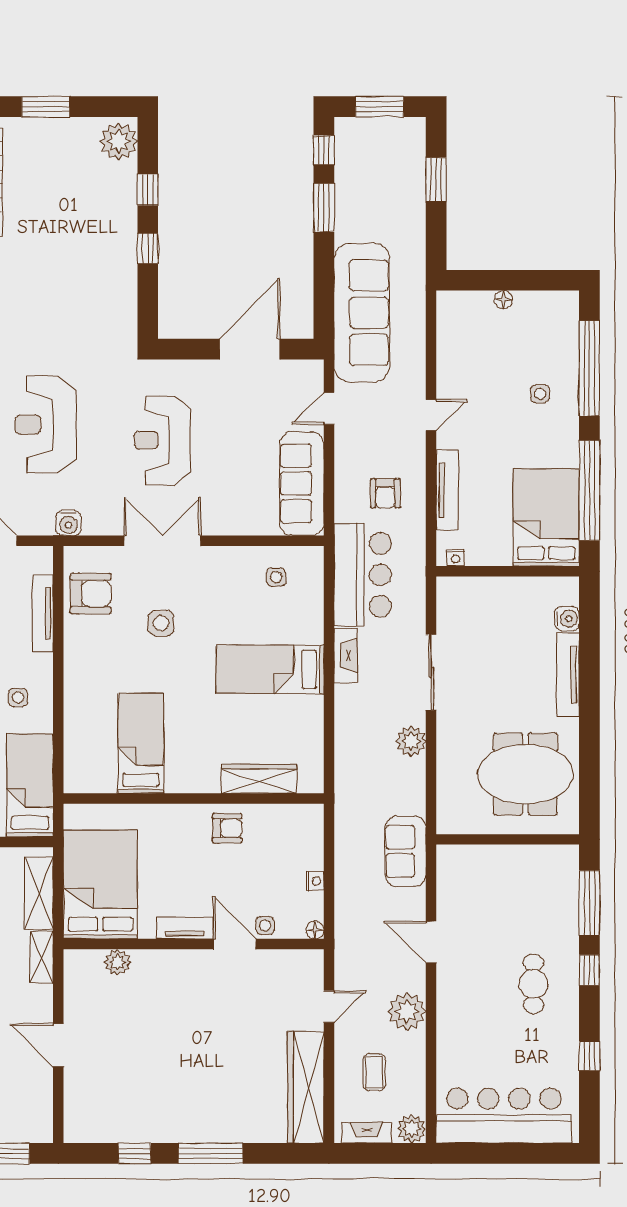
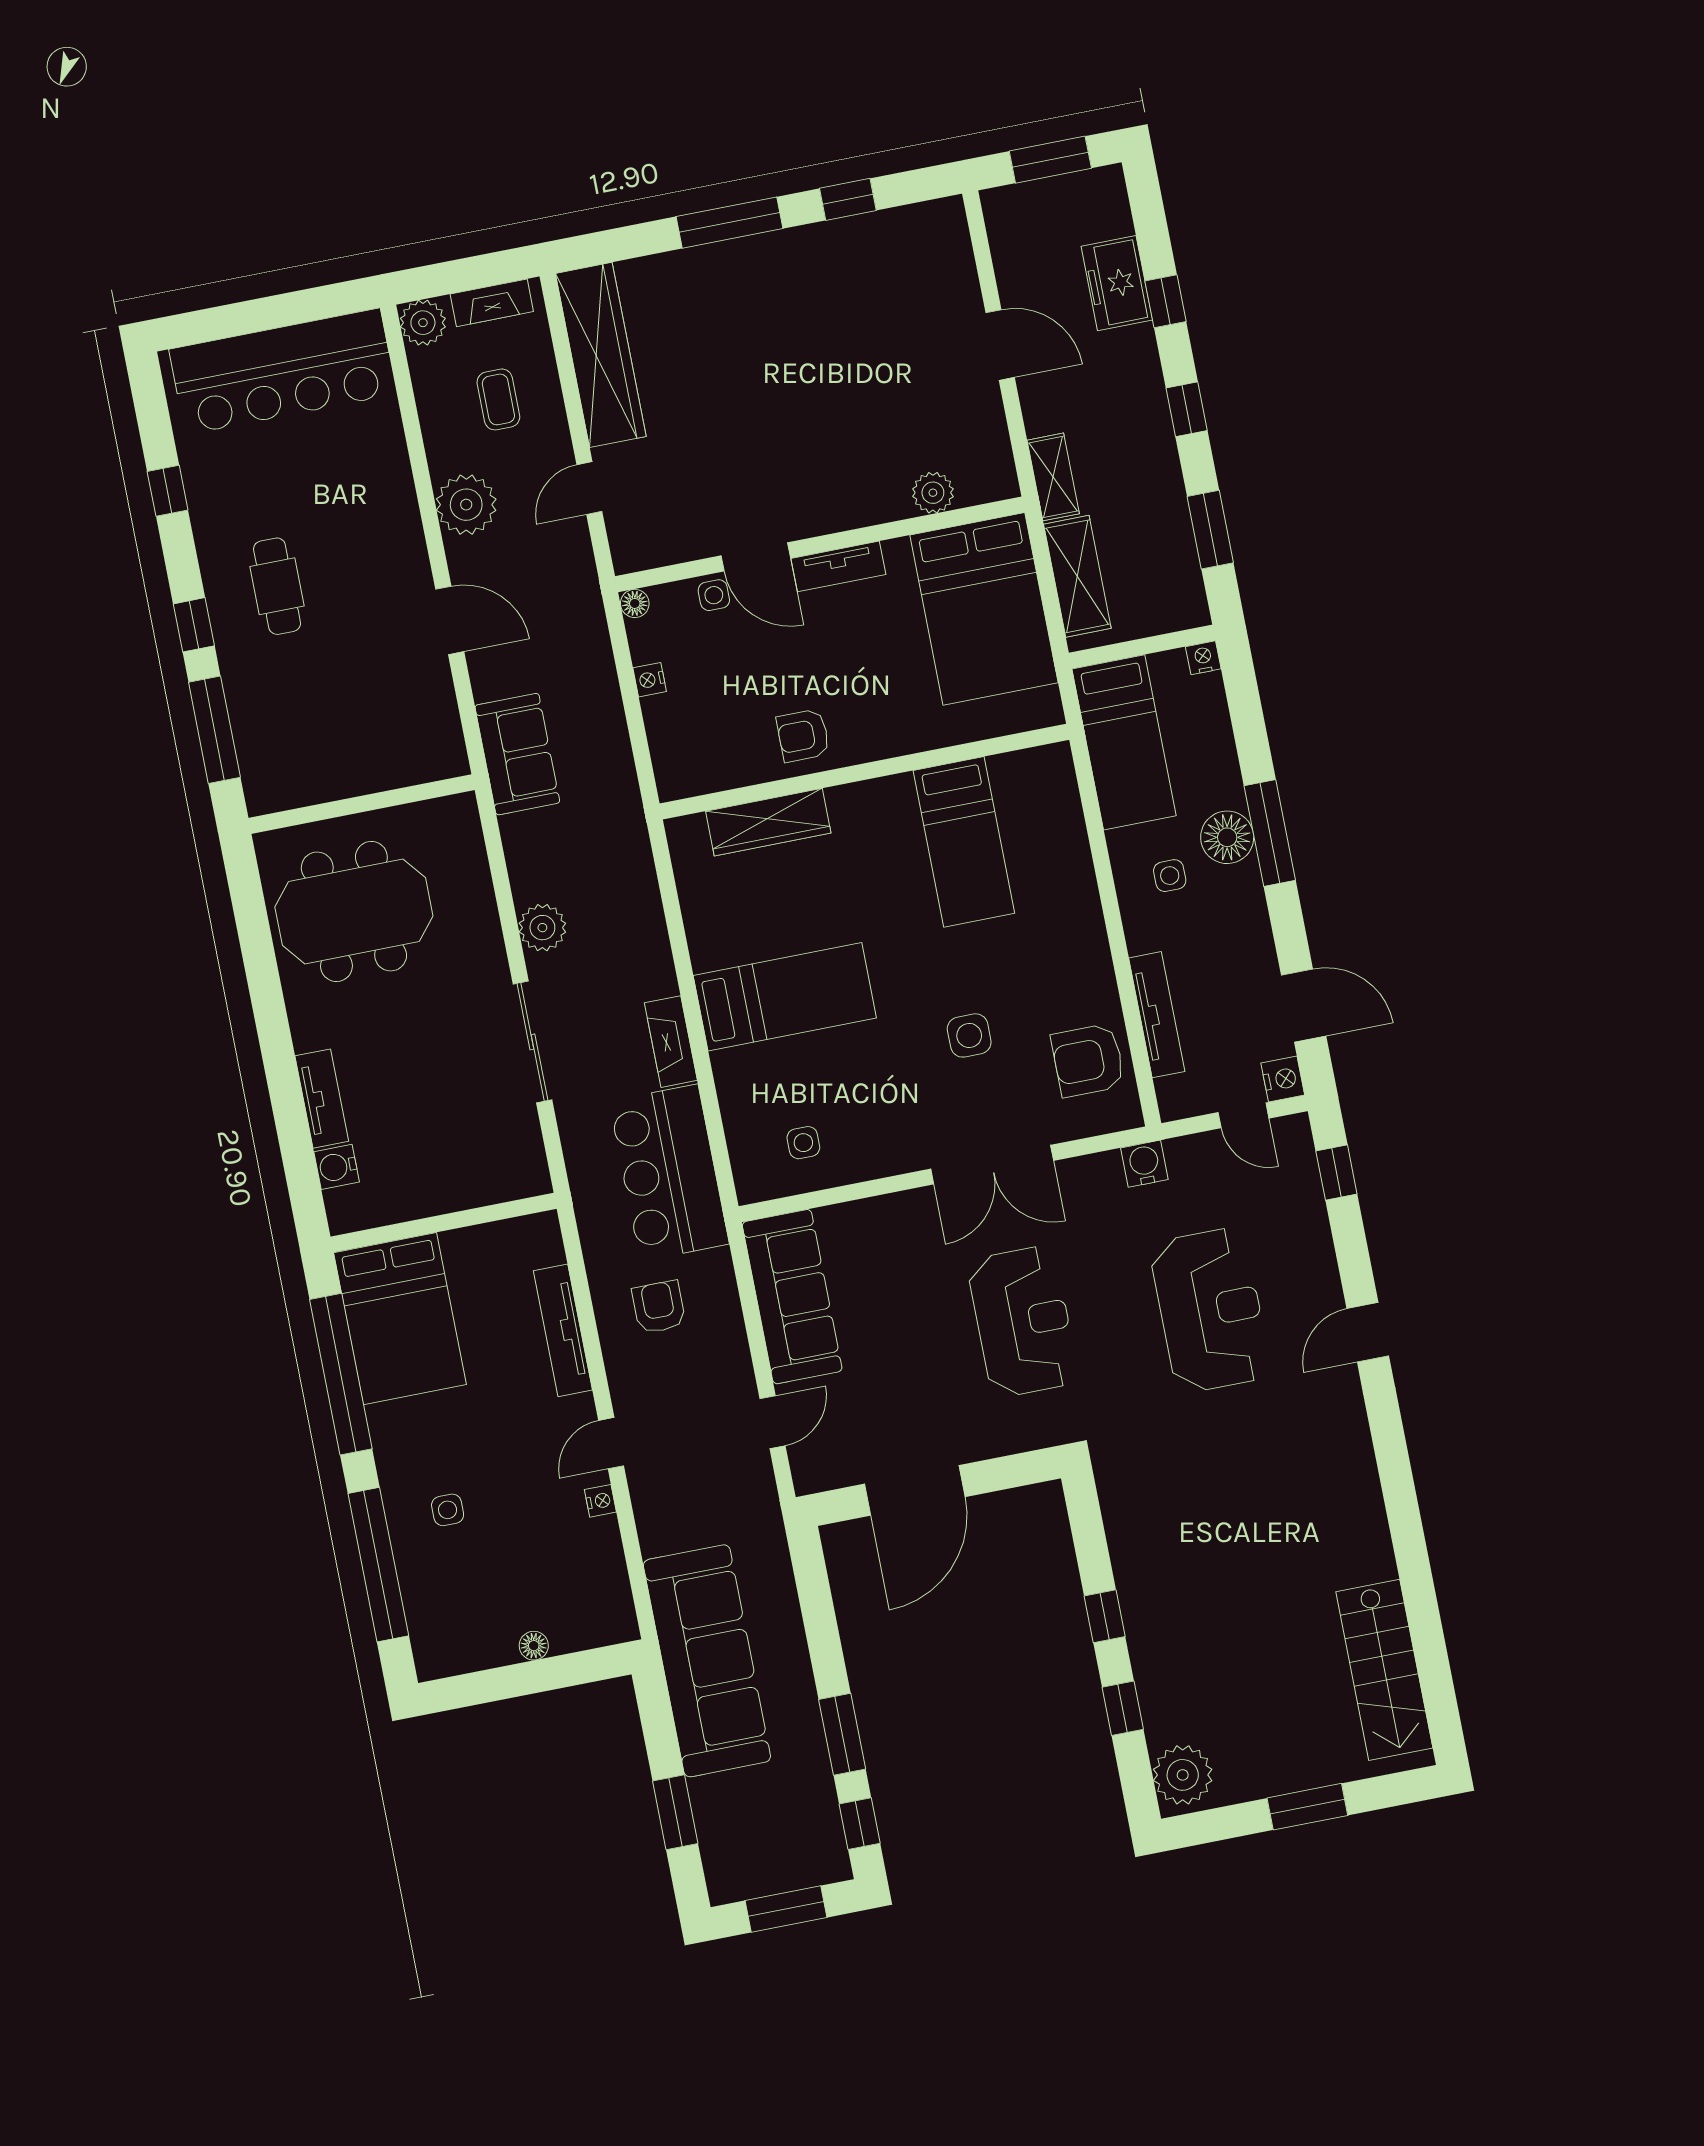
sofa: (362, 313) -> (707, 1661), moved, turned 180
nightstand: (455, 558) -> (600, 1501), moved, turned 90
tv unit: (568, 675) -> (322, 1099), width x0.71

